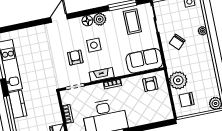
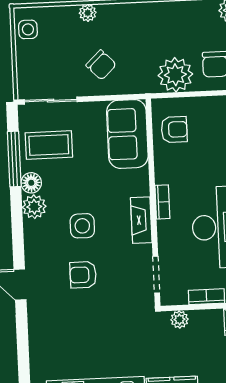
floor lamp: (87, 21) -> (31, 183), moved
armchair: (75, 58) -> (83, 275), moved
plant: (54, 102) -> (179, 319), added

